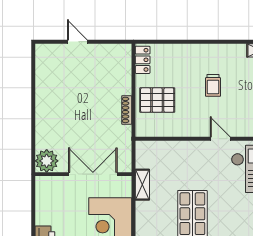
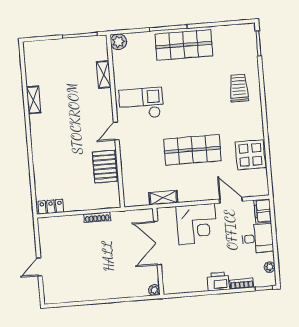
trolley: (213, 85) -> (69, 141), removed
pallet: (157, 100) -> (105, 167), moved
plant: (47, 161) -> (154, 290), width x0.53, depth x0.53

